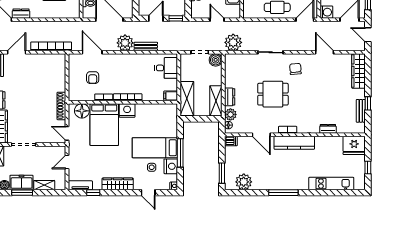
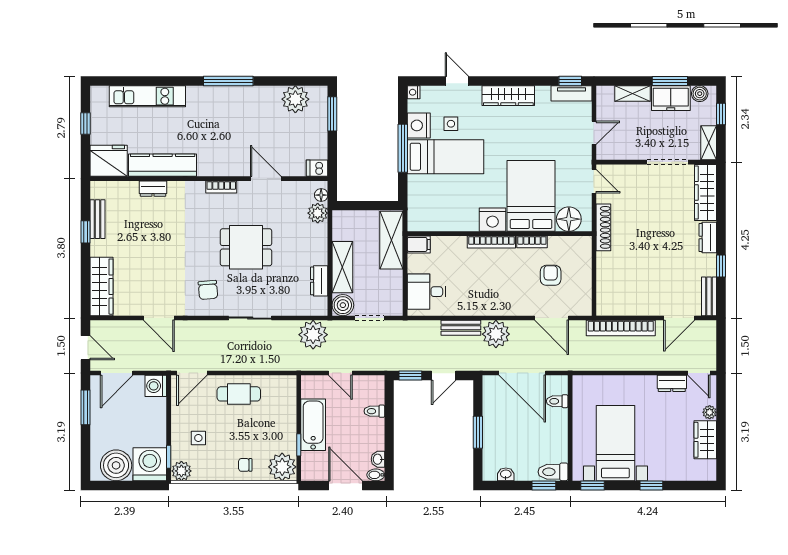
dresser: (230, 97) -> (319, 281), moved
shelving: (216, 101) -> (342, 267), moved
kitchen counter: (294, 143) -> (163, 165), moved
window: (93, 193) -> (570, 81), moved

